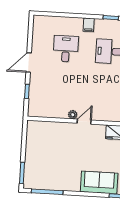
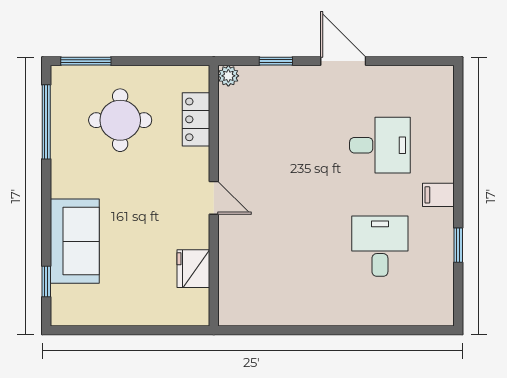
plant: (73, 115) -> (228, 76), moved
locker: (50, 127) -> (196, 119), added
round table: (48, 160) -> (120, 120), added

